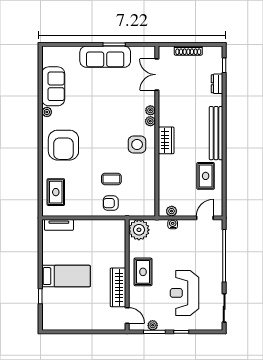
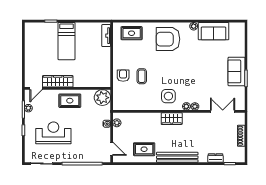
sofa: (105, 57) -> (237, 71), width x0.73

